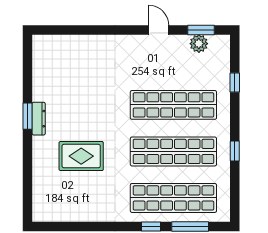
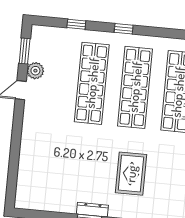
plant: (199, 44) -> (35, 71), moved
window: (235, 151) -> (124, 29), moved

